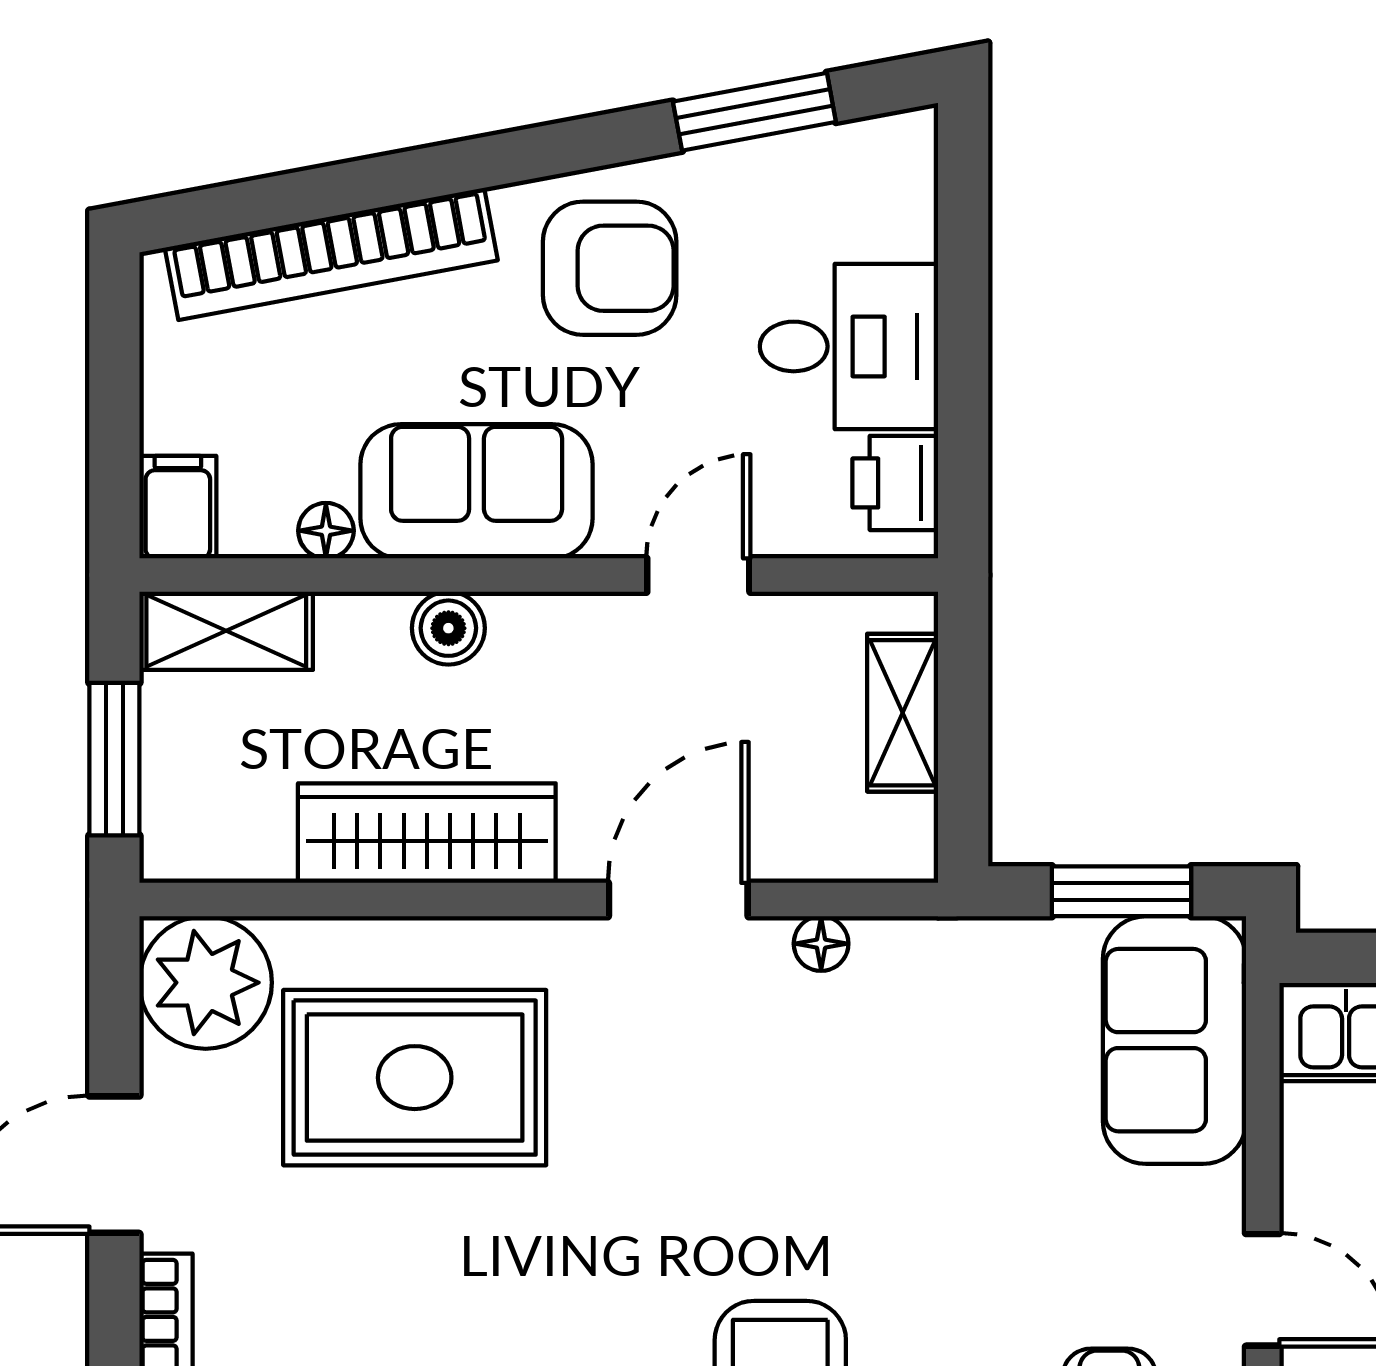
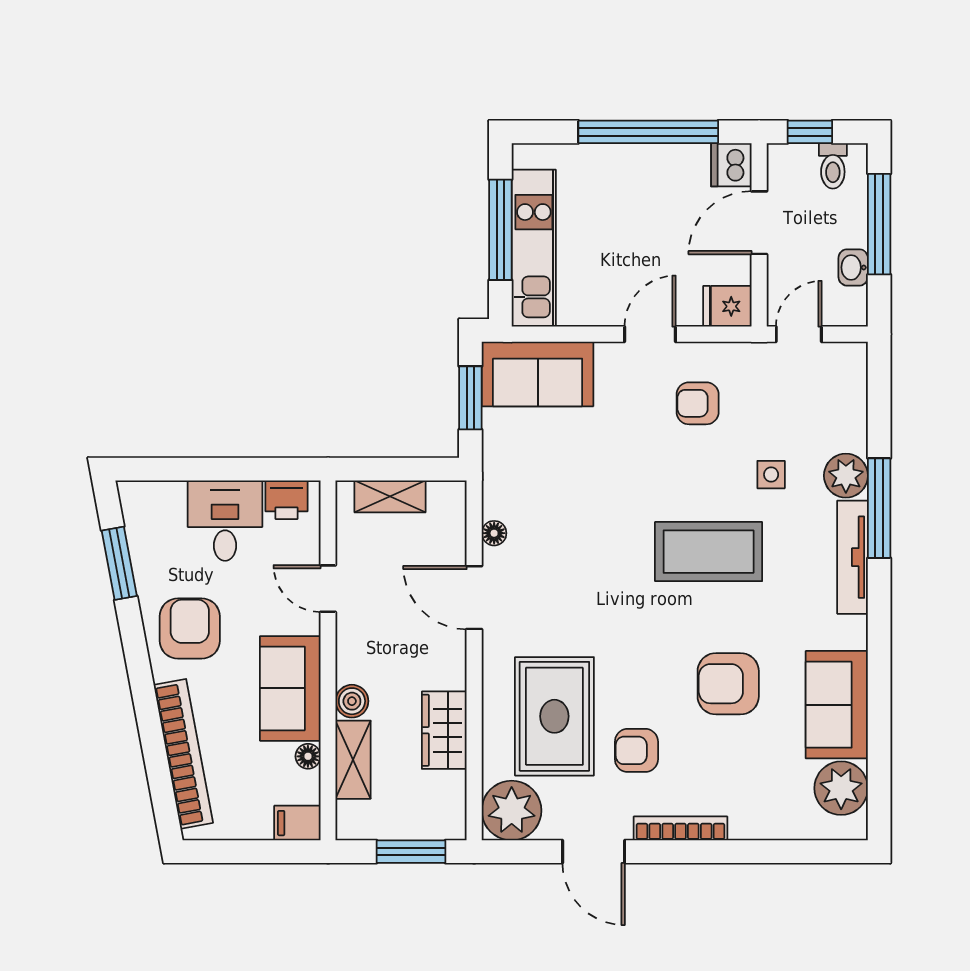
shelving: (226, 631) -> (353, 760), moved
wardrobe: (427, 833) -> (444, 730), width x0.67
armchair: (339, 1260) -> (636, 750), added

